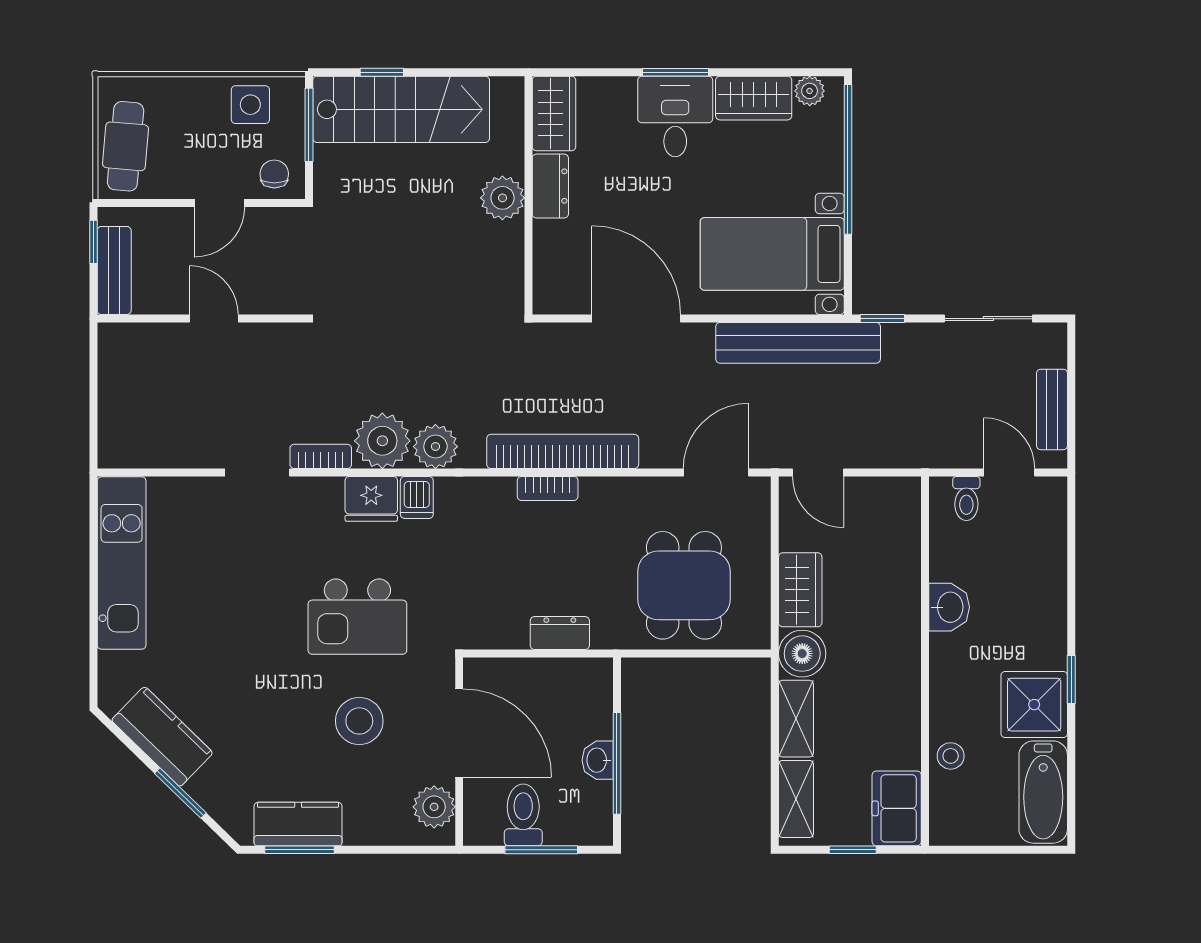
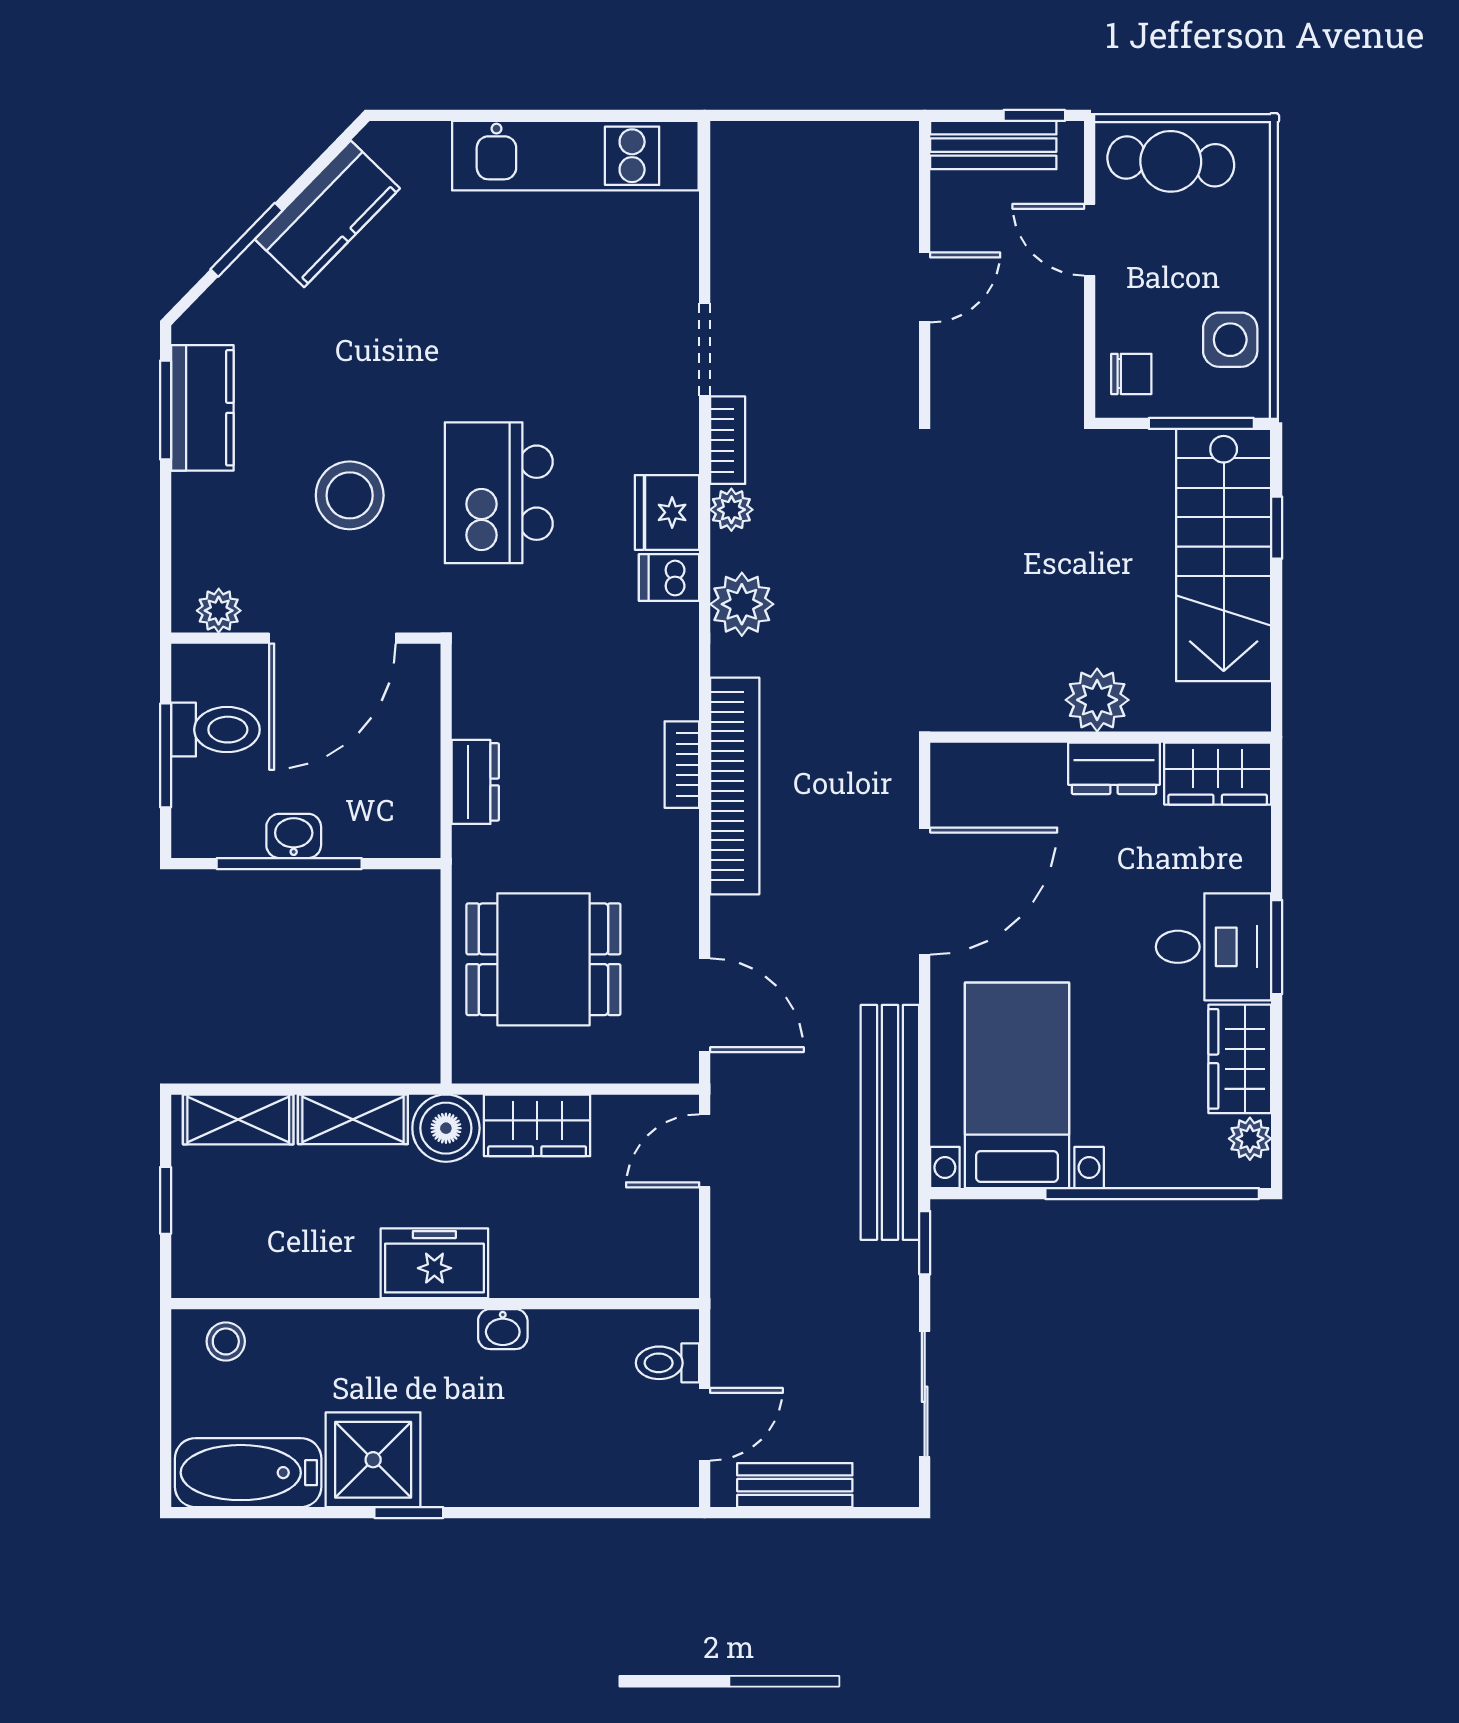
door: (219, 203) -> (1090, 240), moved
plant: (382, 441) -> (731, 510), width x0.53, depth x0.53
washbasin: (949, 607) -> (503, 1329), width x0.72, depth x0.69
stool: (951, 756) -> (226, 1341), moved
plant: (434, 807) -> (219, 611), width x0.73, depth x0.73
freezer: (897, 808) -> (434, 1263), moved

